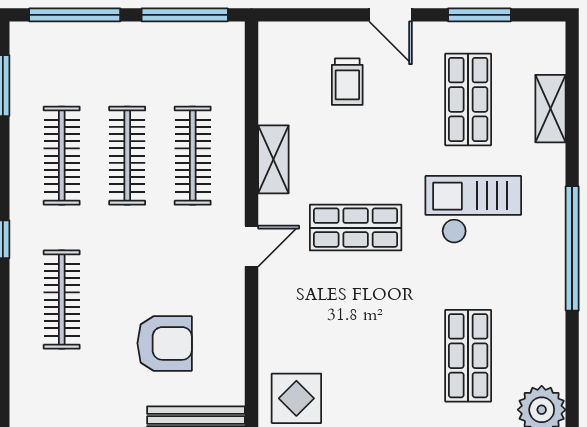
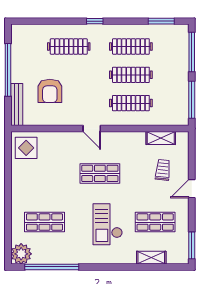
window: (479, 15) -> (192, 245), moved
trolley: (347, 82) -> (163, 170), turned 96
shelving: (273, 159) -> (161, 138), moved
checkout: (473, 210) -> (108, 224), turned 180
shop shelf: (356, 228) -> (100, 173), turned 90
window: (572, 248) -> (52, 267), moved

